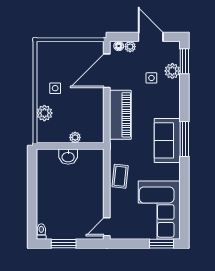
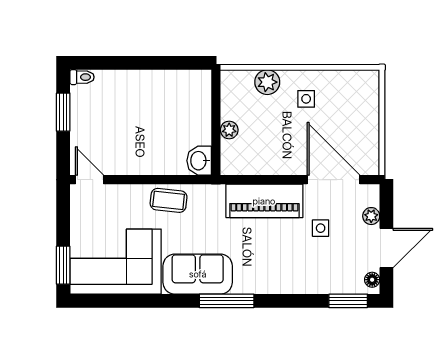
floor lamp: (119, 46) -> (372, 280), moved
plant: (172, 71) -> (333, 282), removed
side table: (151, 78) -> (321, 228), moved
sofa: (167, 140) -> (198, 274), moved
washbasin: (68, 157) -> (199, 161), moved

